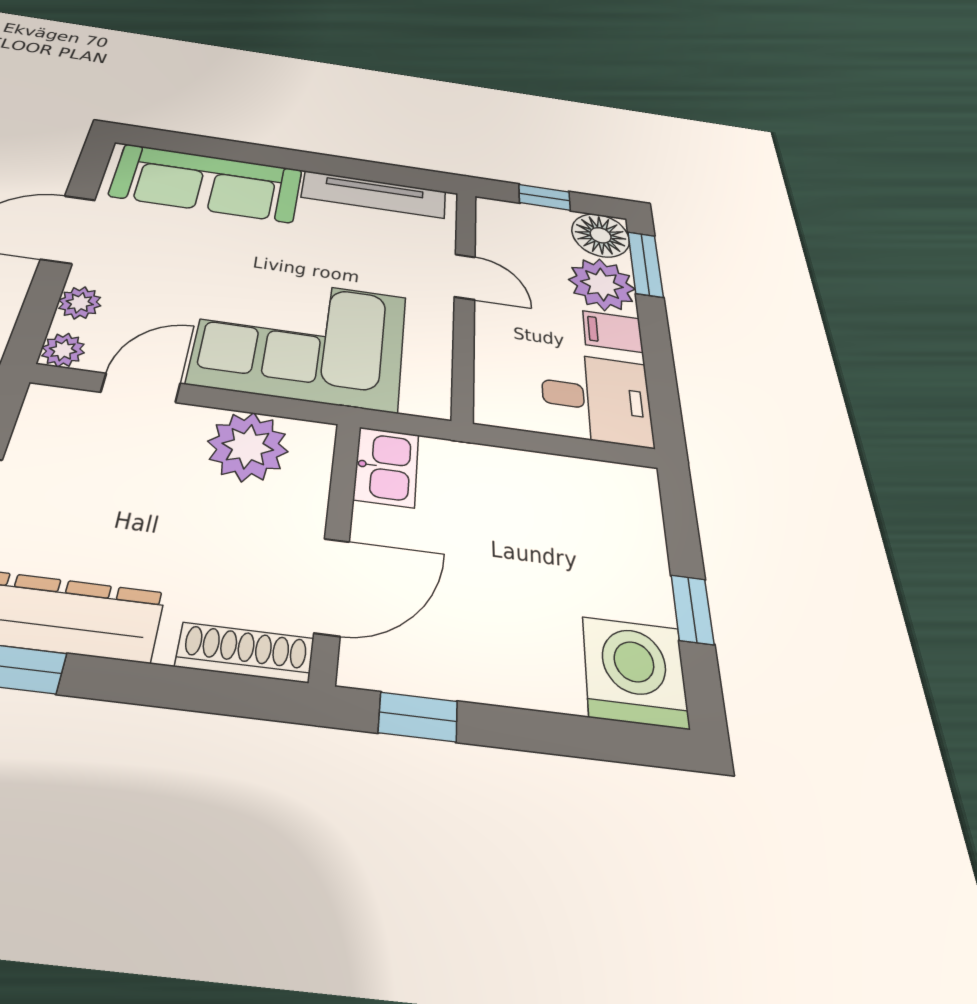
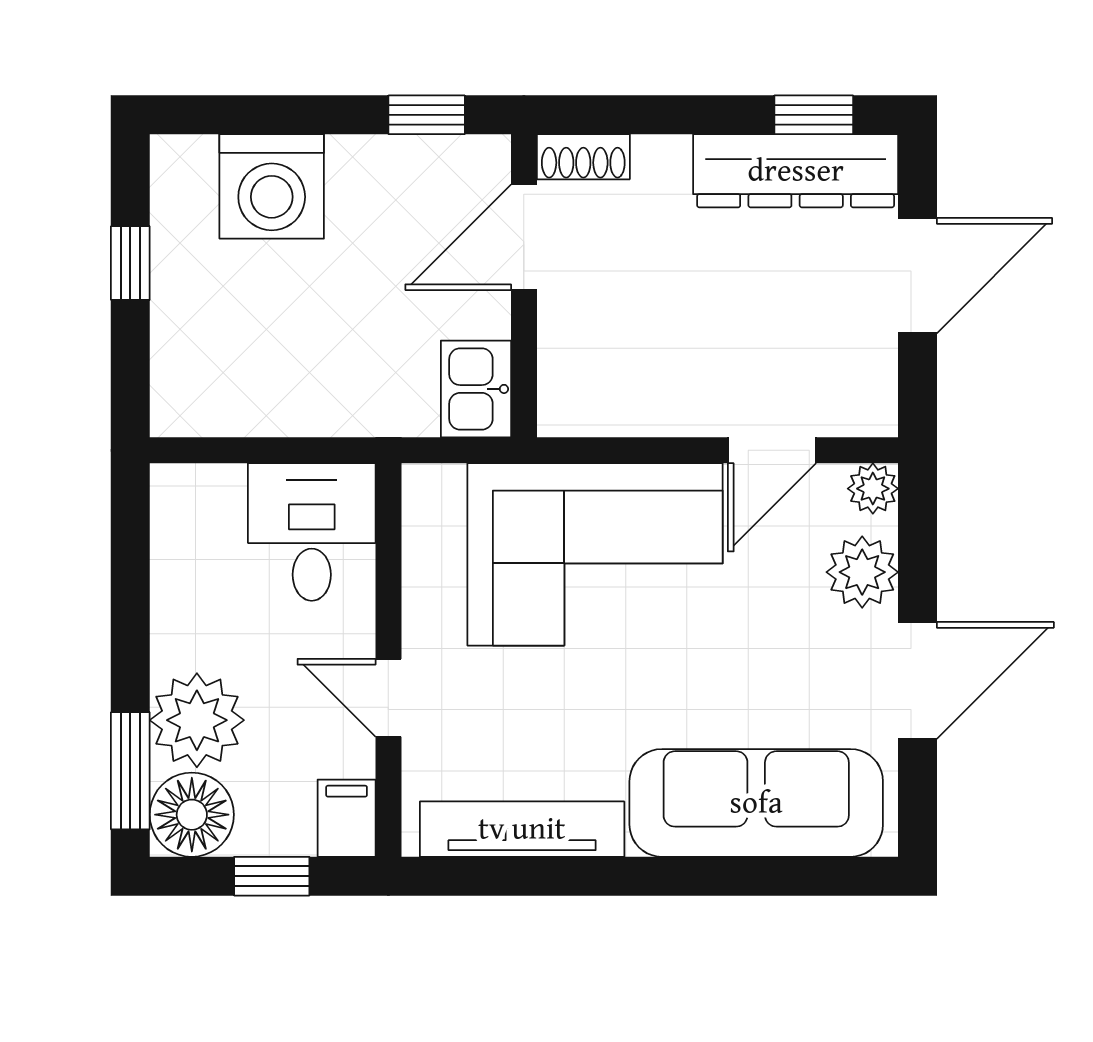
plant: (80, 303) -> (862, 572), width x1.38, depth x1.38
filing cabinet: (613, 332) -> (347, 818), moved, turned -90
desk: (596, 398) -> (312, 532), moved, turned 90
plant: (248, 447) -> (636, 391), removed
shoe rack: (245, 652) -> (583, 157), width x0.70
washing machine: (635, 672) -> (272, 186), moved

